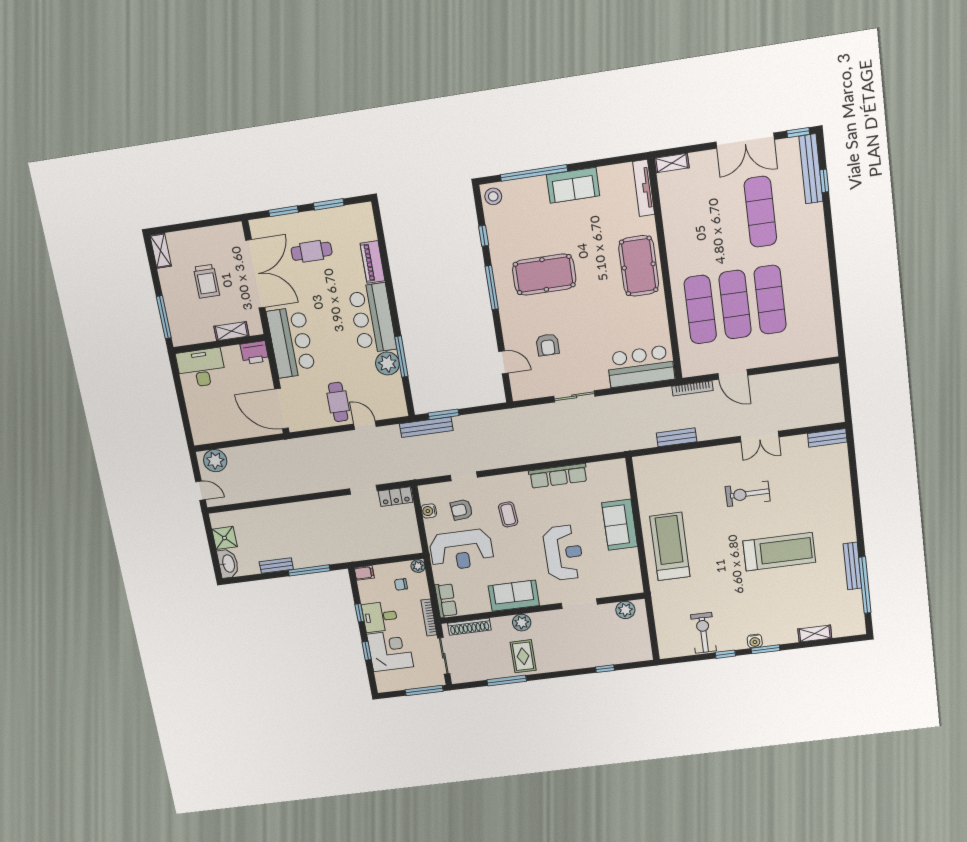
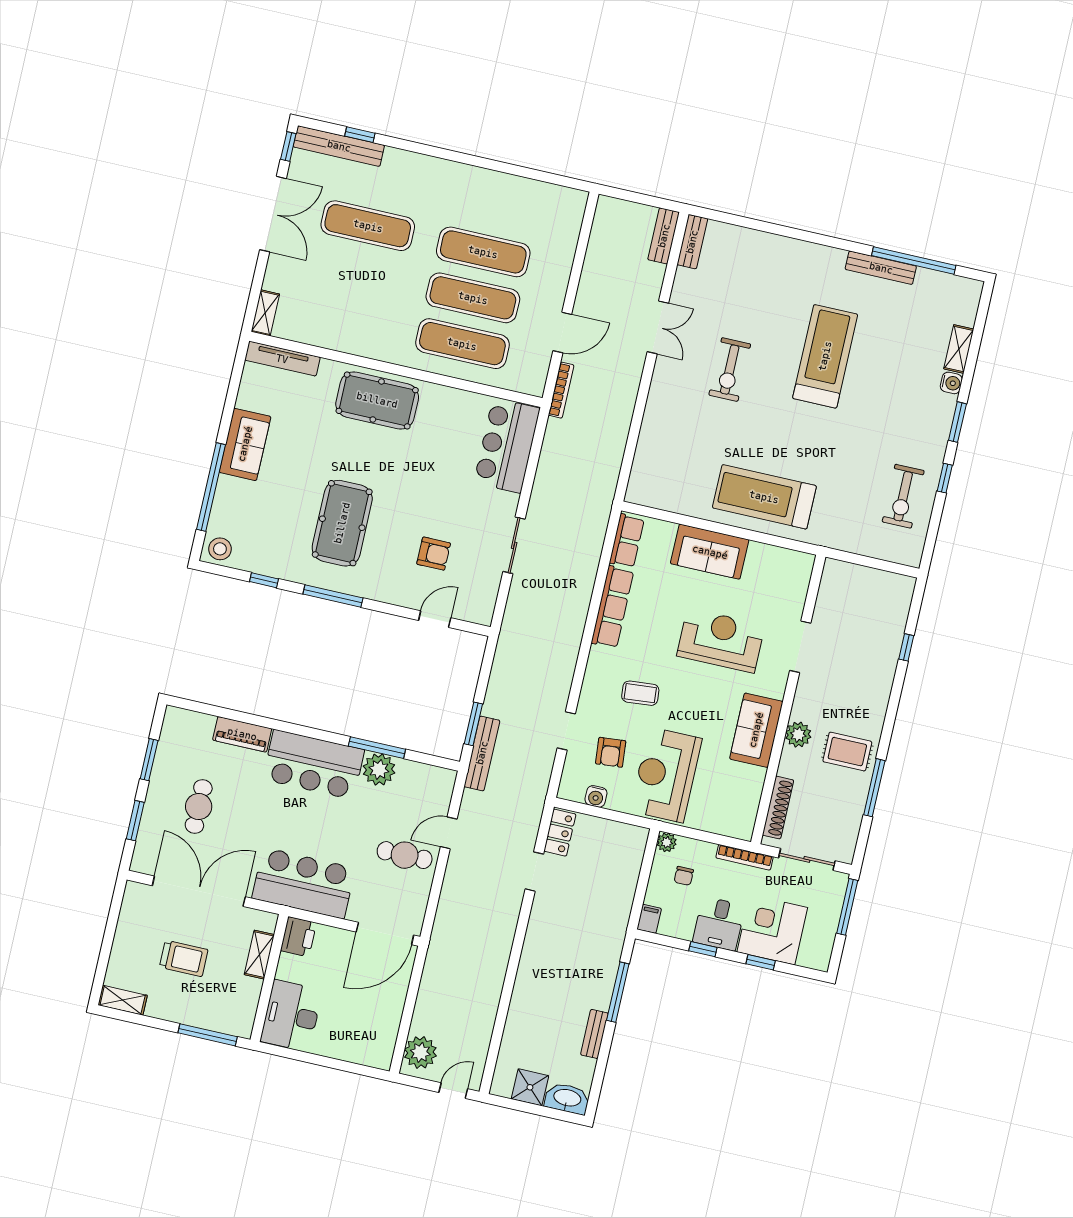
bench: (677, 437) -> (664, 236), moved
reception desk: (461, 550) -> (666, 775), turned 180
row of seats: (446, 600) -> (627, 541), moved, turned 90
plant: (625, 610) -> (832, 588), removed
exercise bike: (704, 633) -> (903, 496), turned -90
water cooler: (755, 641) -> (951, 383), moved

